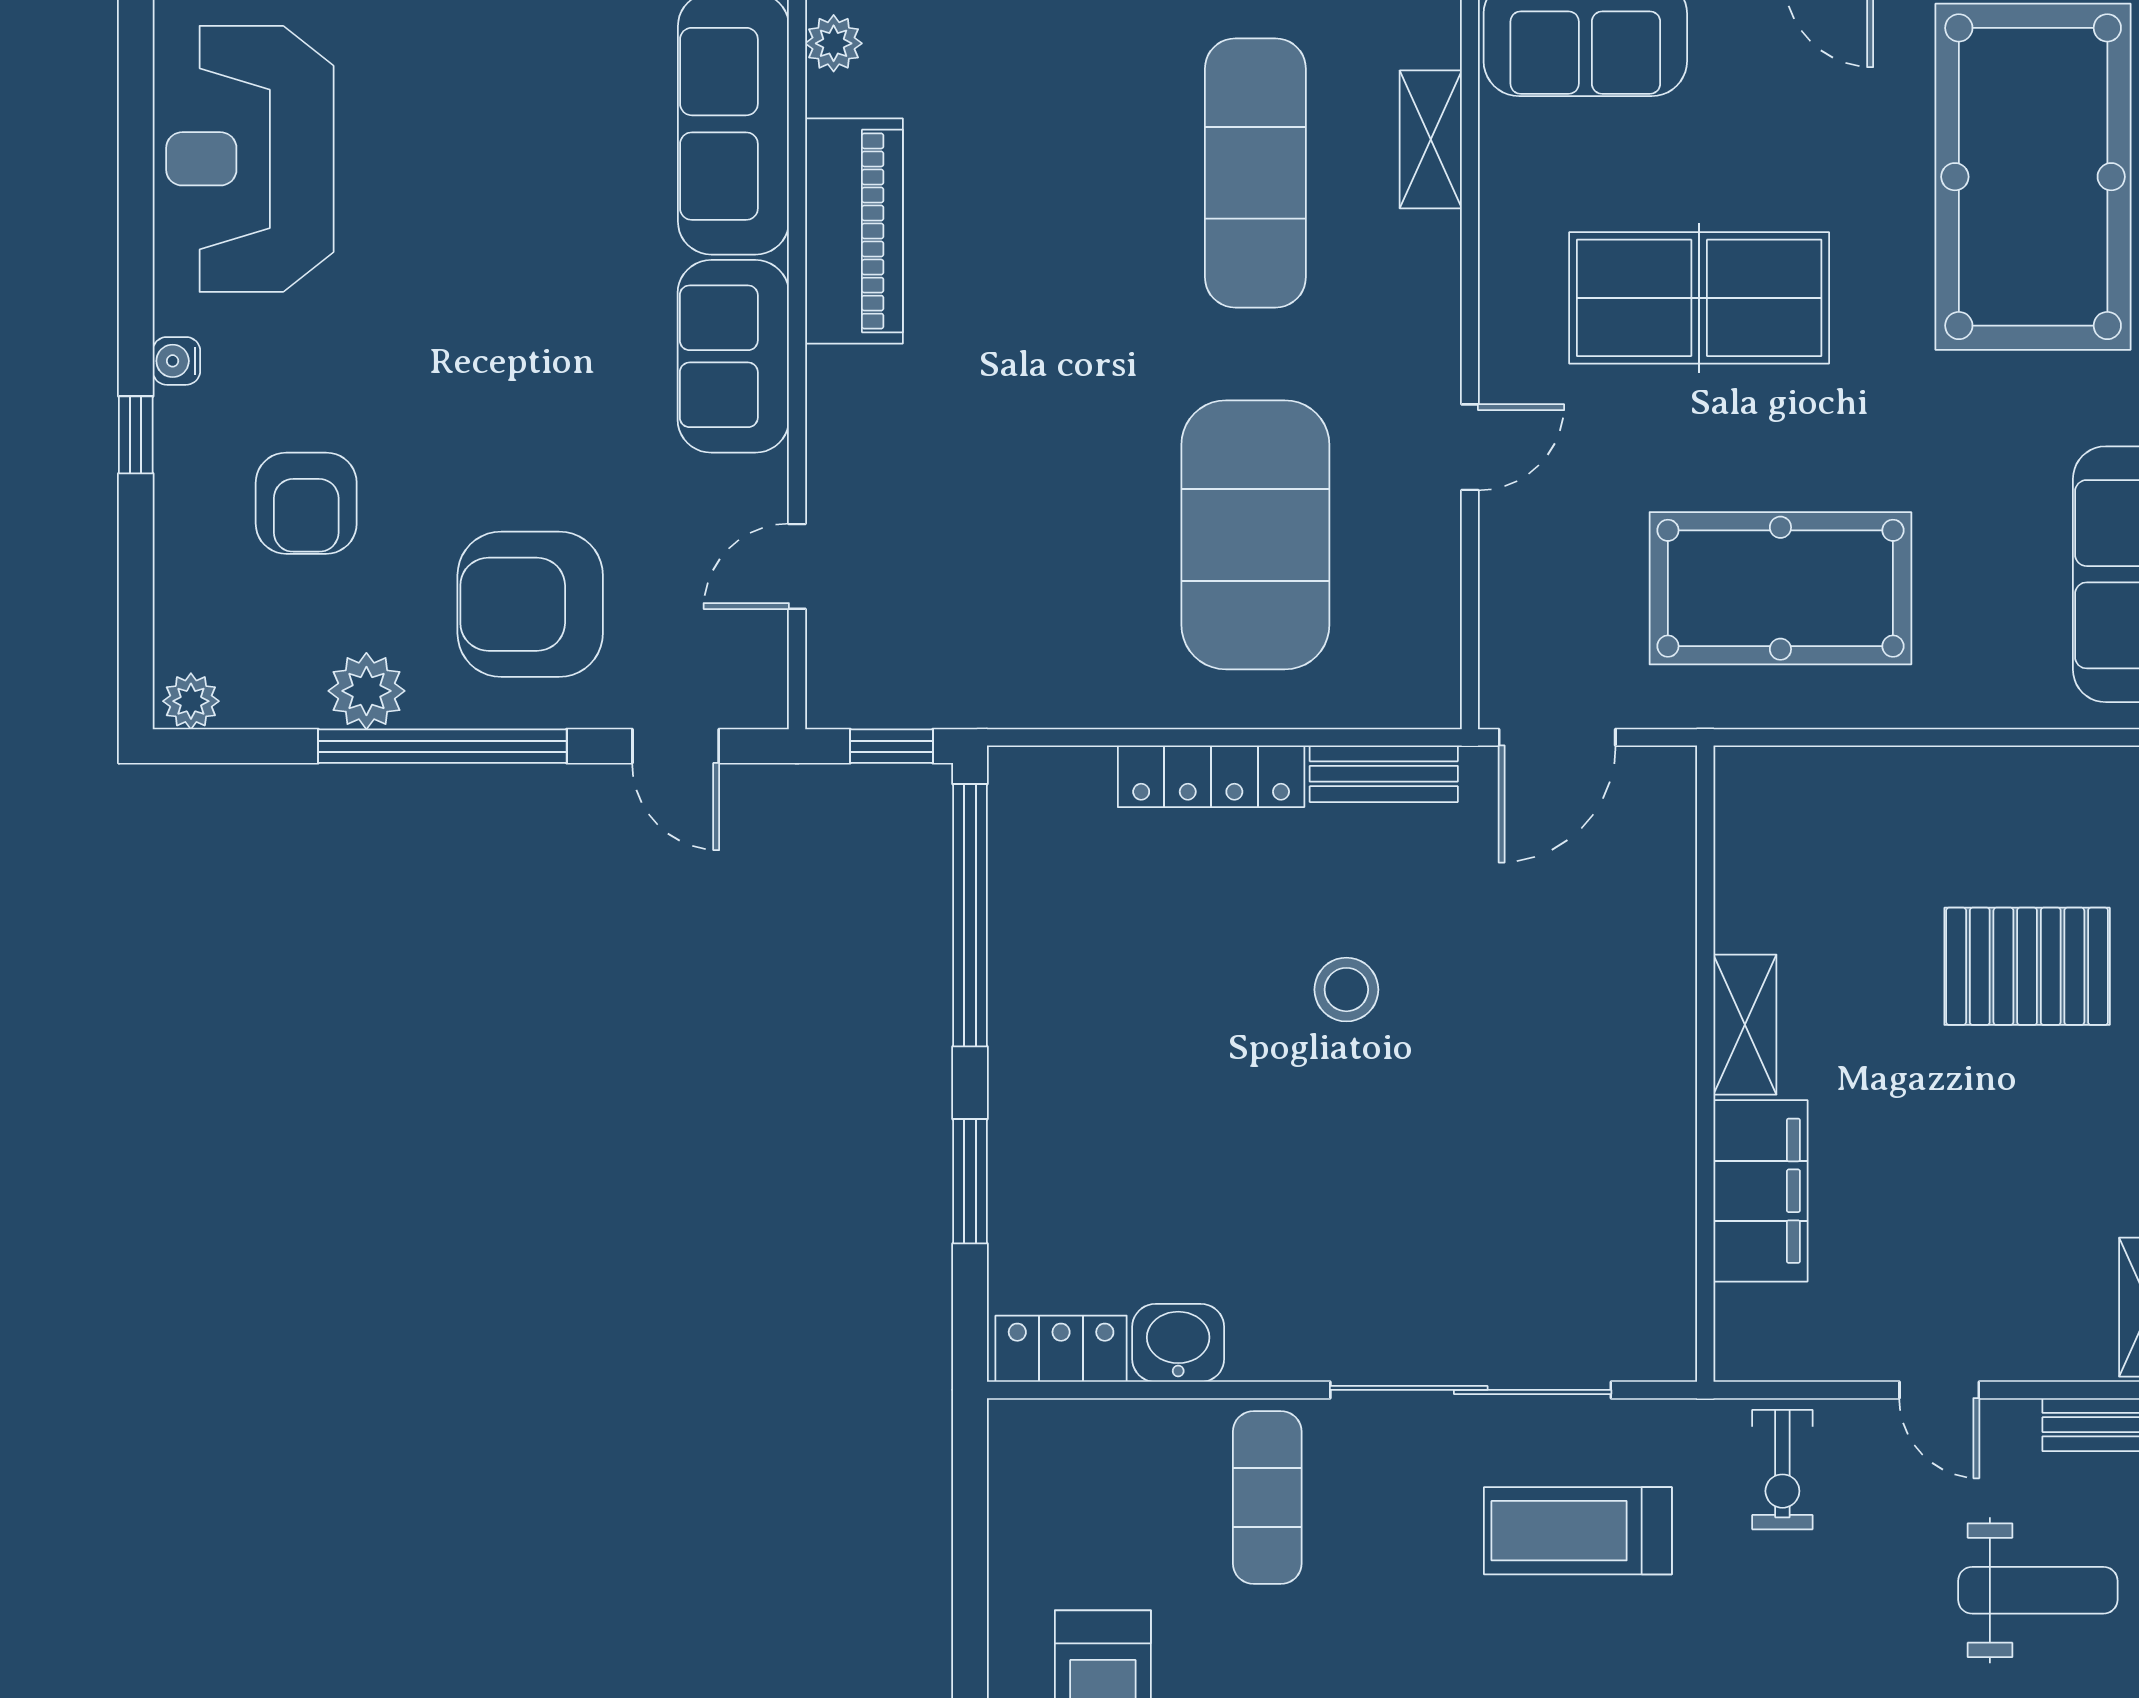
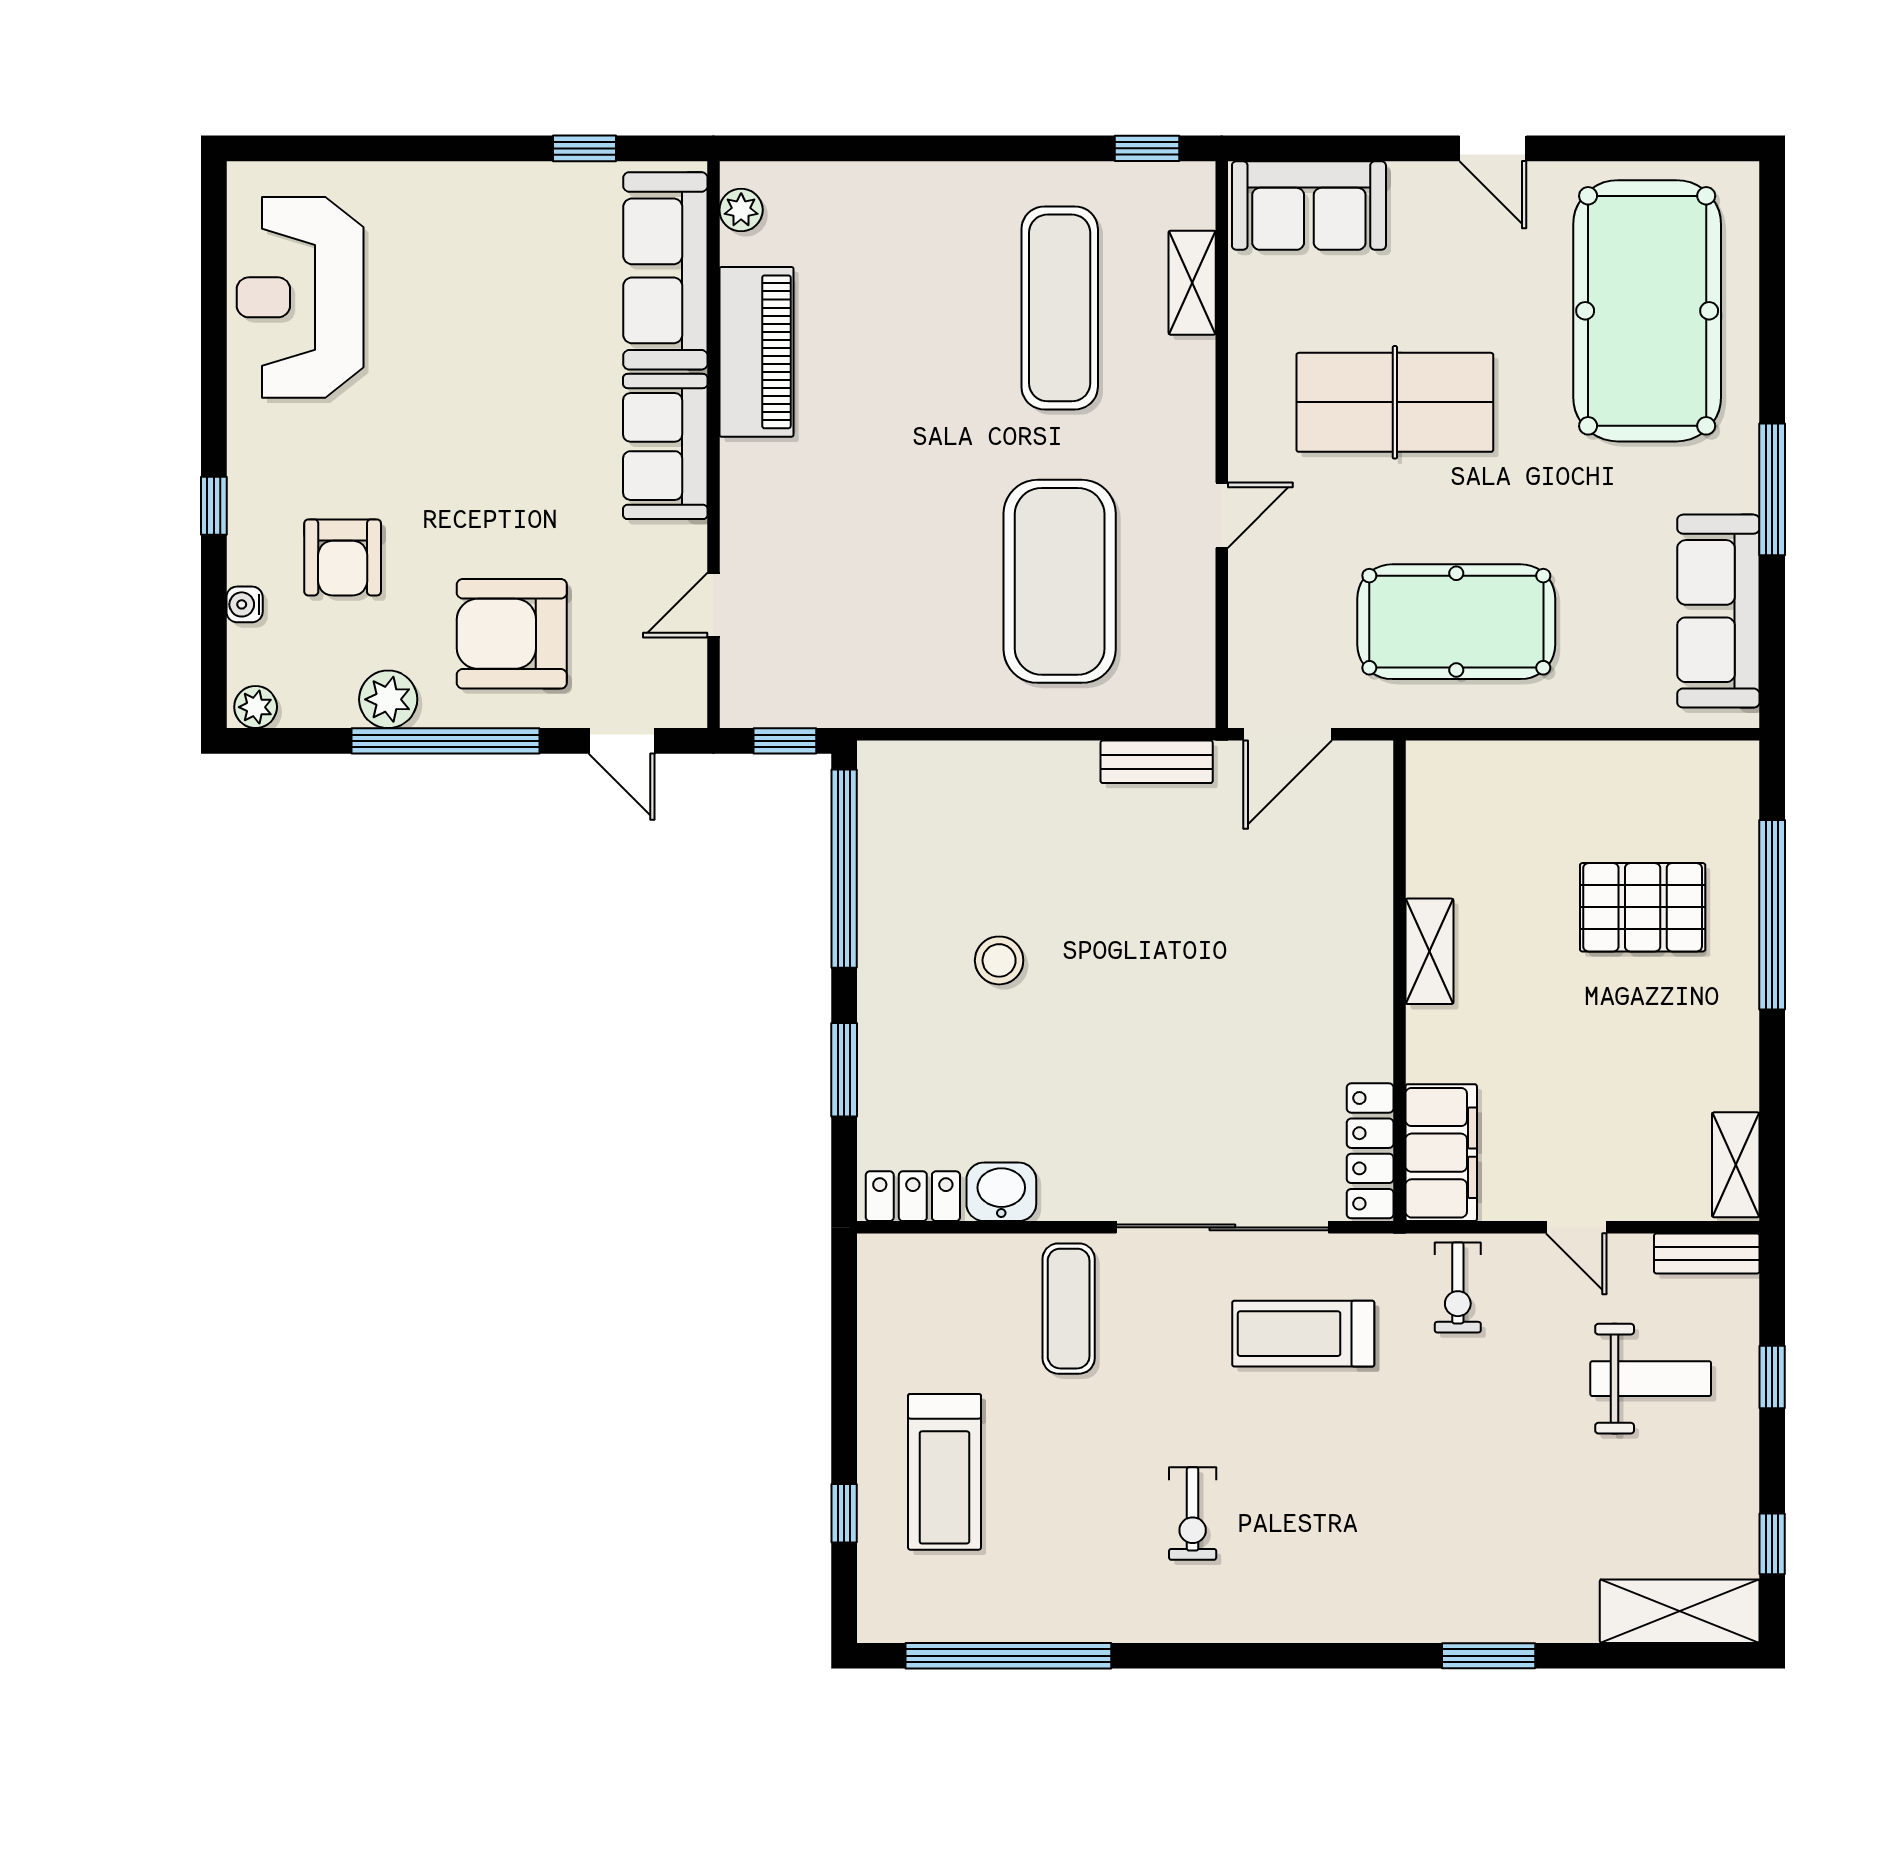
water cooler: (176, 361) -> (245, 604), moved
locker: (1211, 776) -> (1370, 1151), moved, turned 90
stool: (1346, 990) -> (999, 960), moved
filing cabinet: (1760, 1191) -> (1441, 1153), moved

